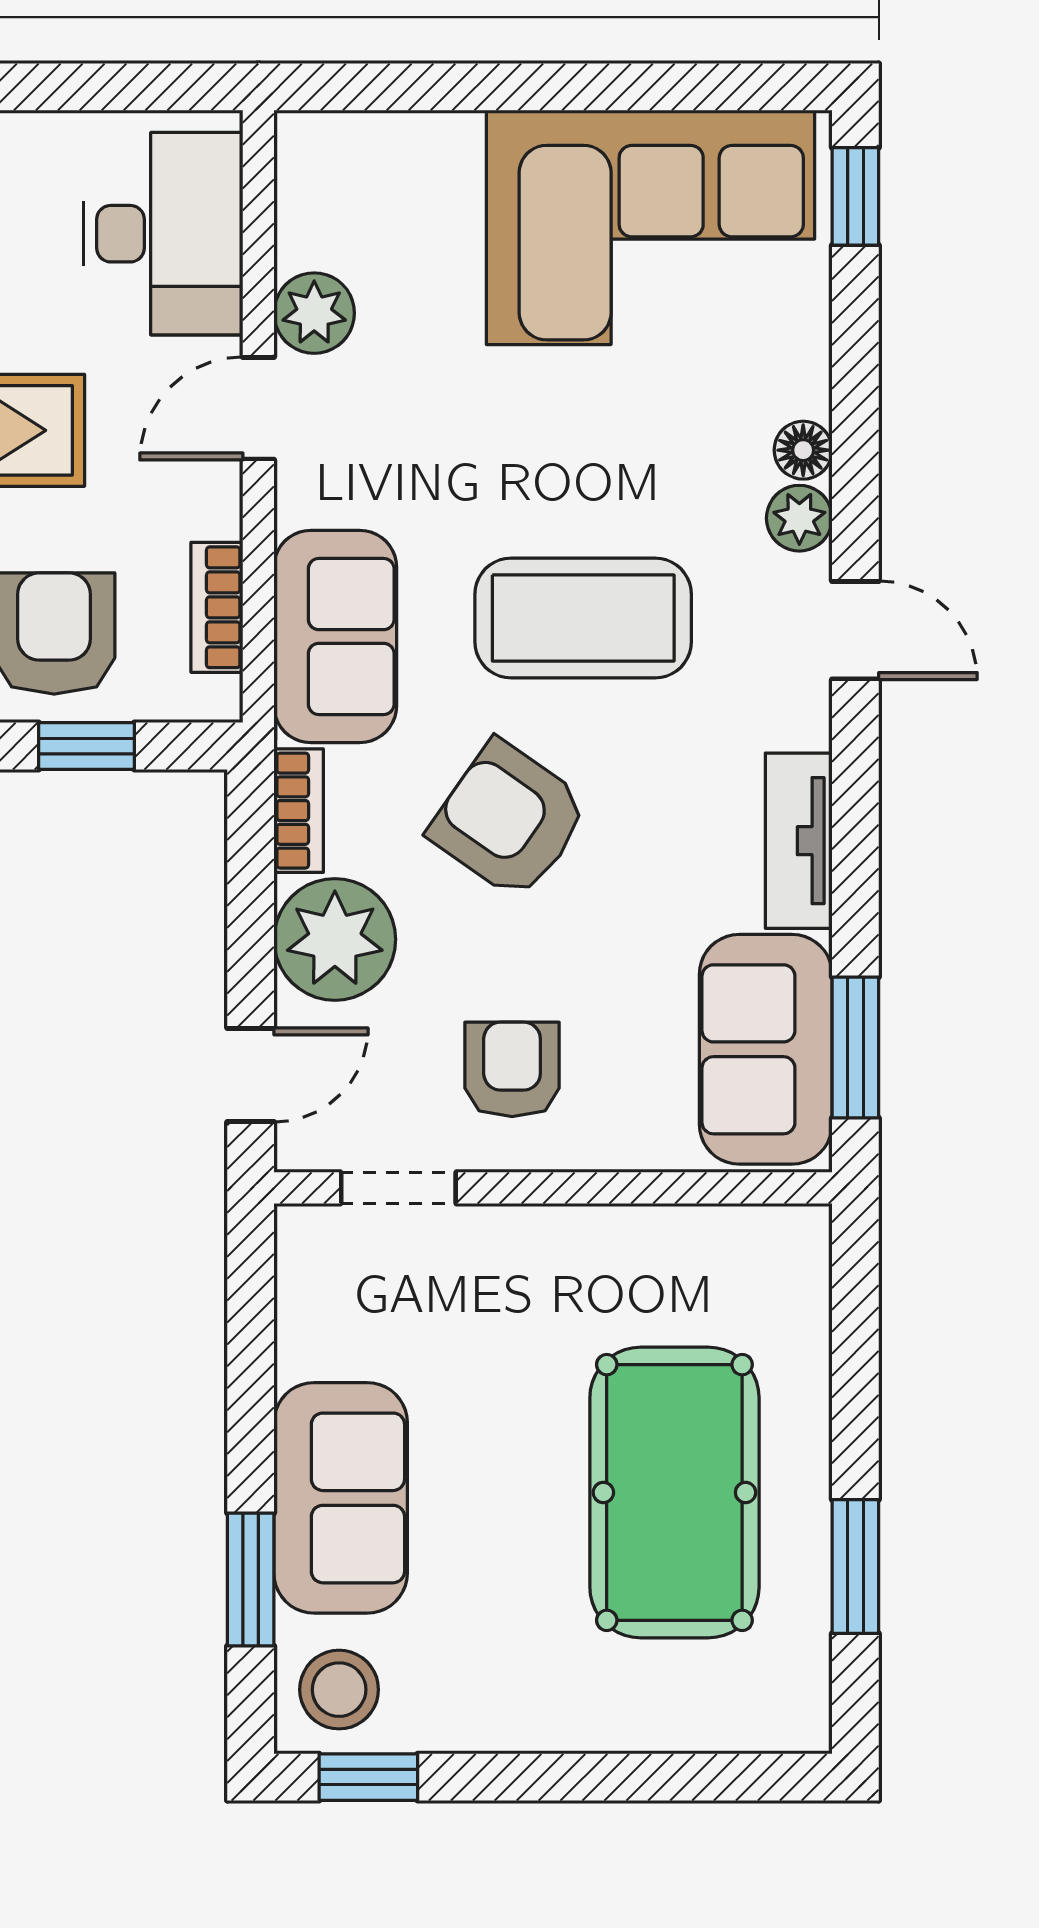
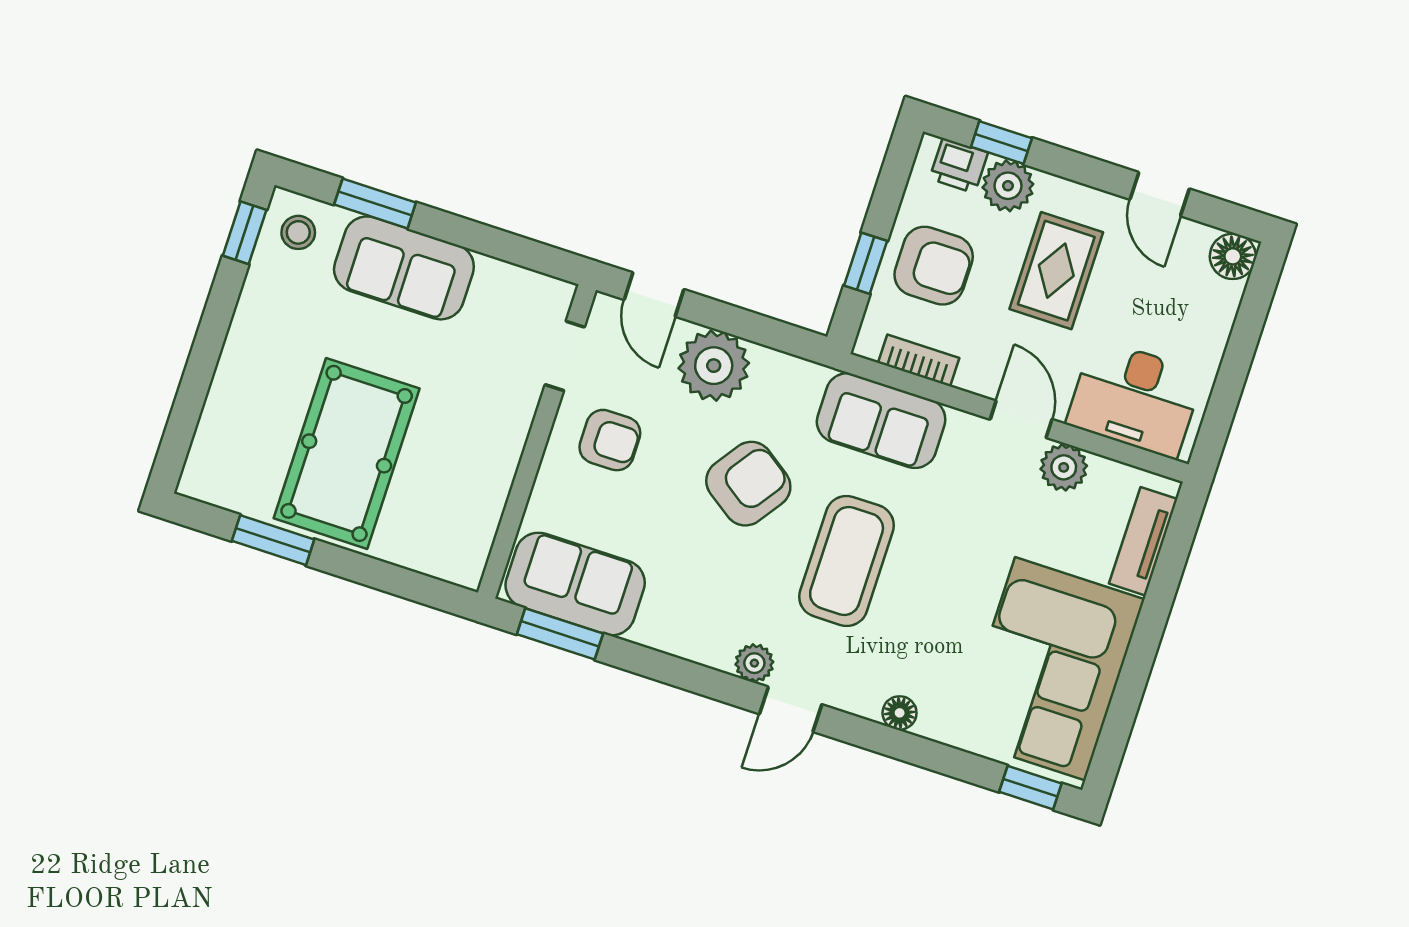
plant: (799, 518) -> (754, 663), moved
bookcase: (299, 811) -> (791, 369), removed
tv unit: (799, 841) -> (1143, 541), moved, turned -90
pool table: (674, 1492) -> (347, 453), turned 90
stool: (339, 1690) -> (298, 232), width x0.73, depth x0.73

